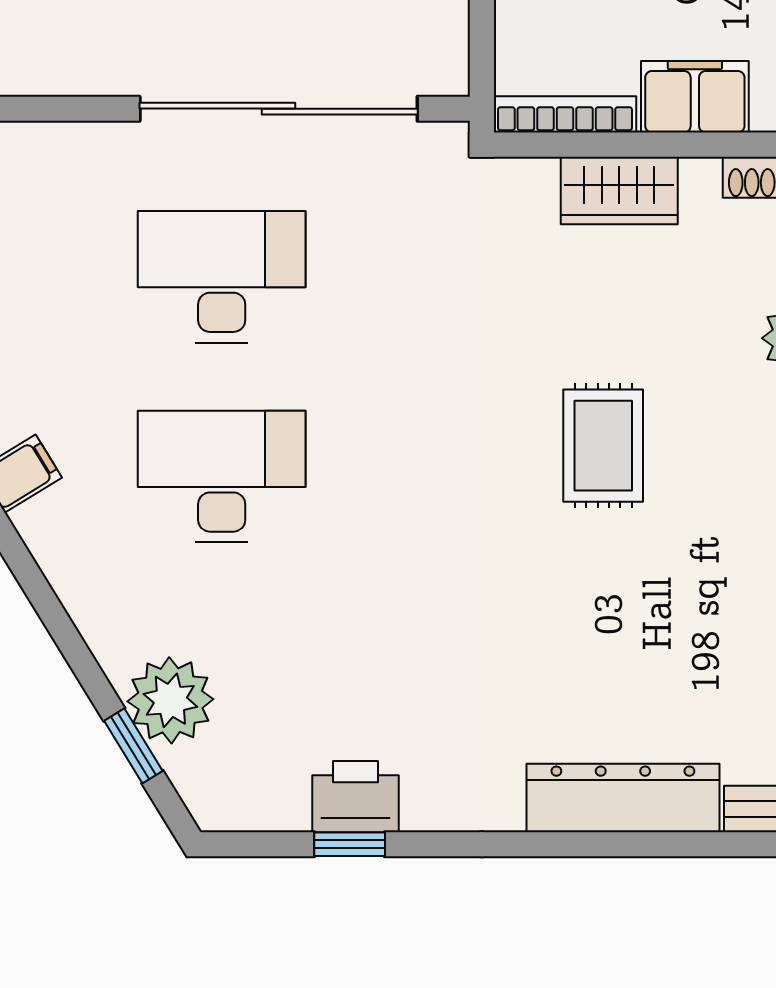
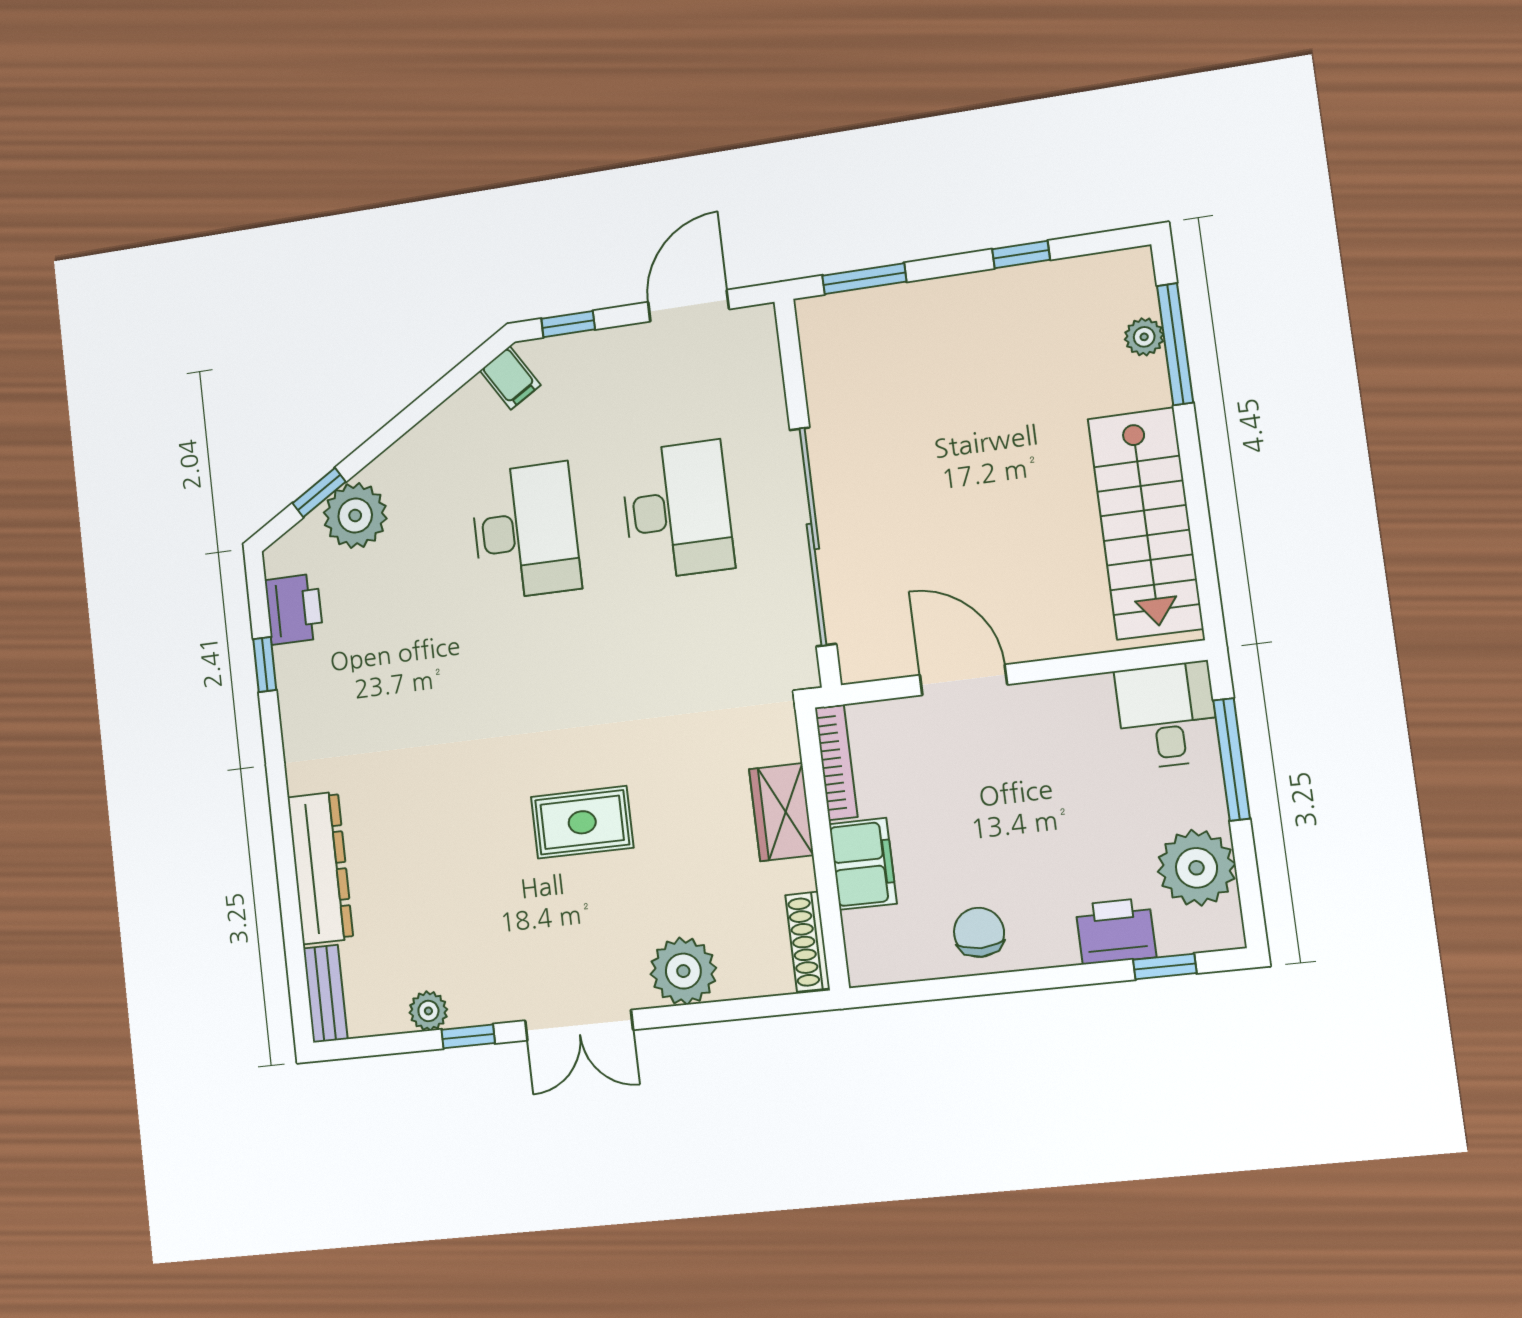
printer: (356, 797) -> (294, 609), moved

